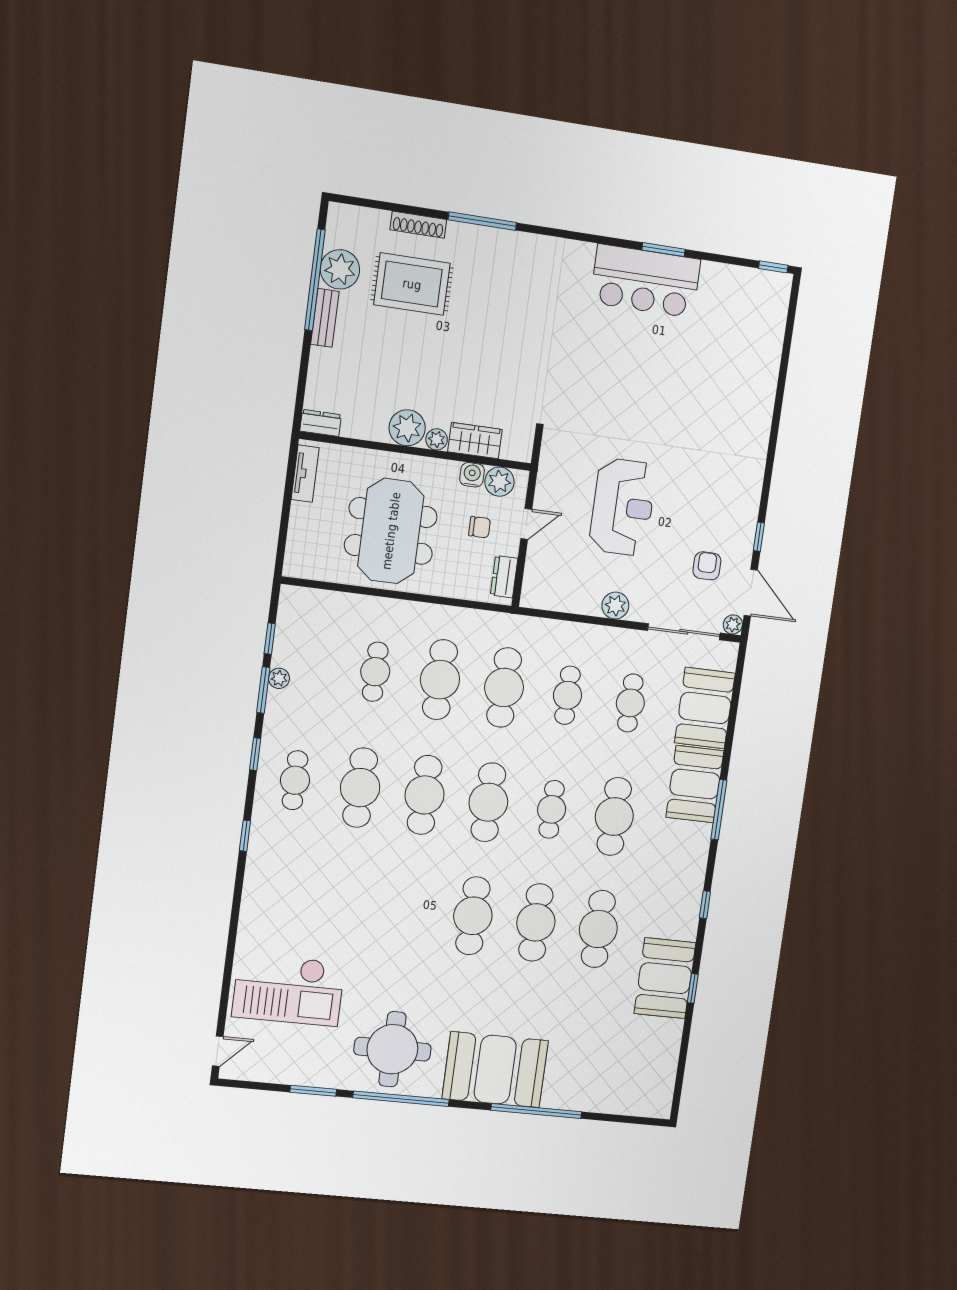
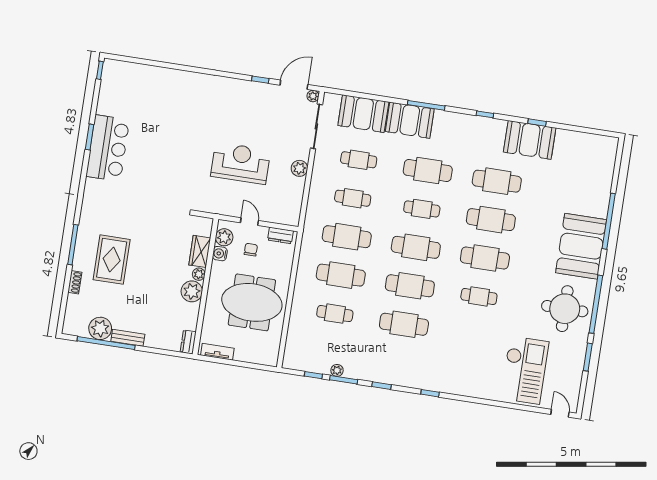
shoe rack: (418, 225) -> (75, 282), width x0.70
rug: (412, 284) -> (112, 260), moved
armchair: (707, 566) -> (277, 112), removed
cafe table: (295, 780) -> (479, 296), moved

